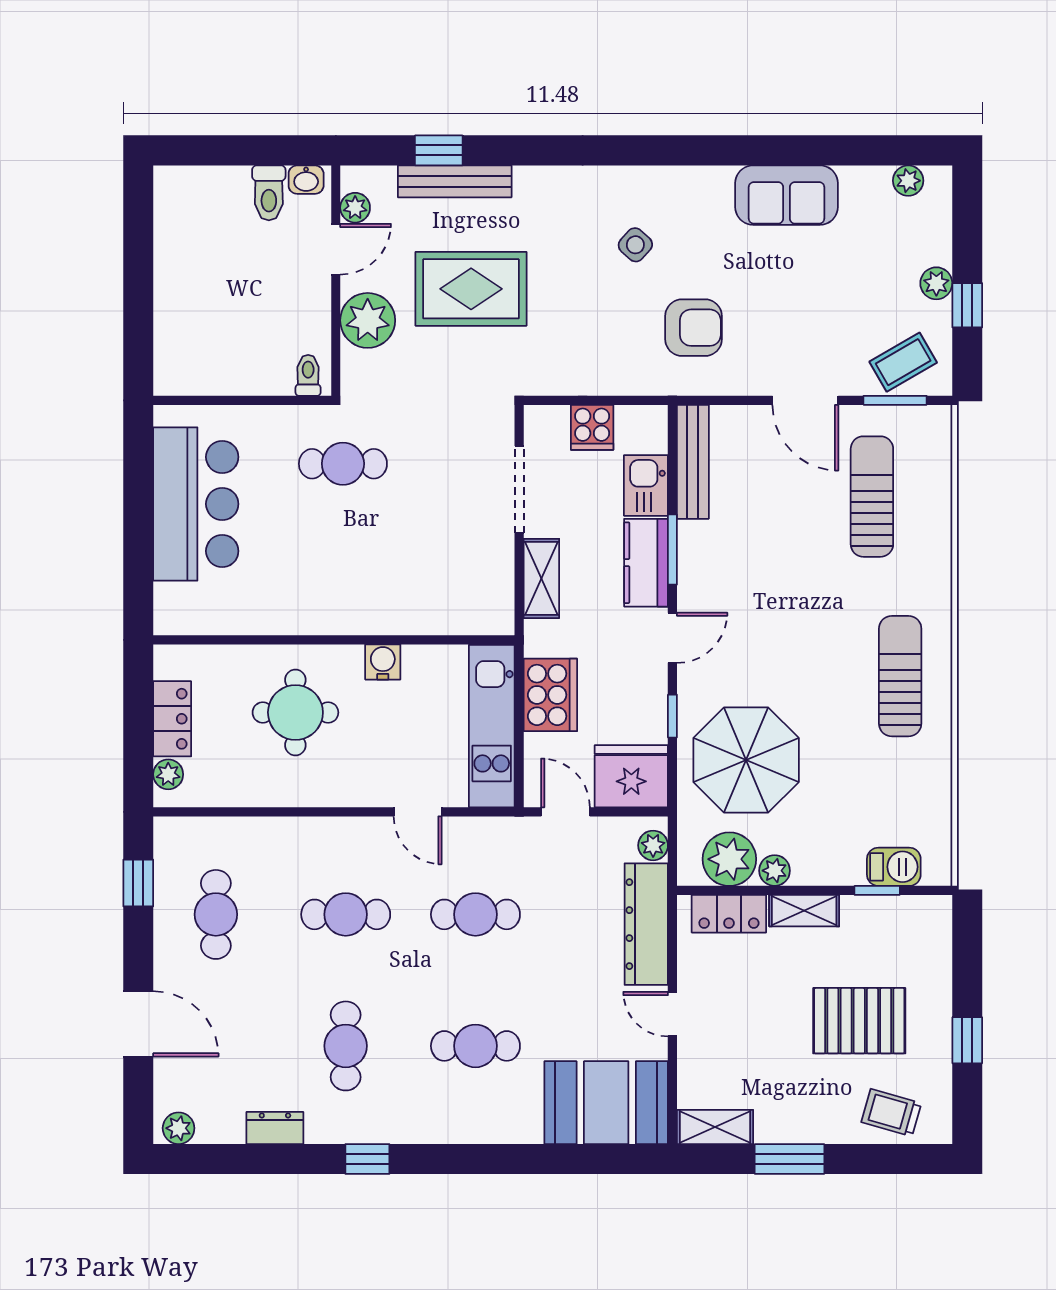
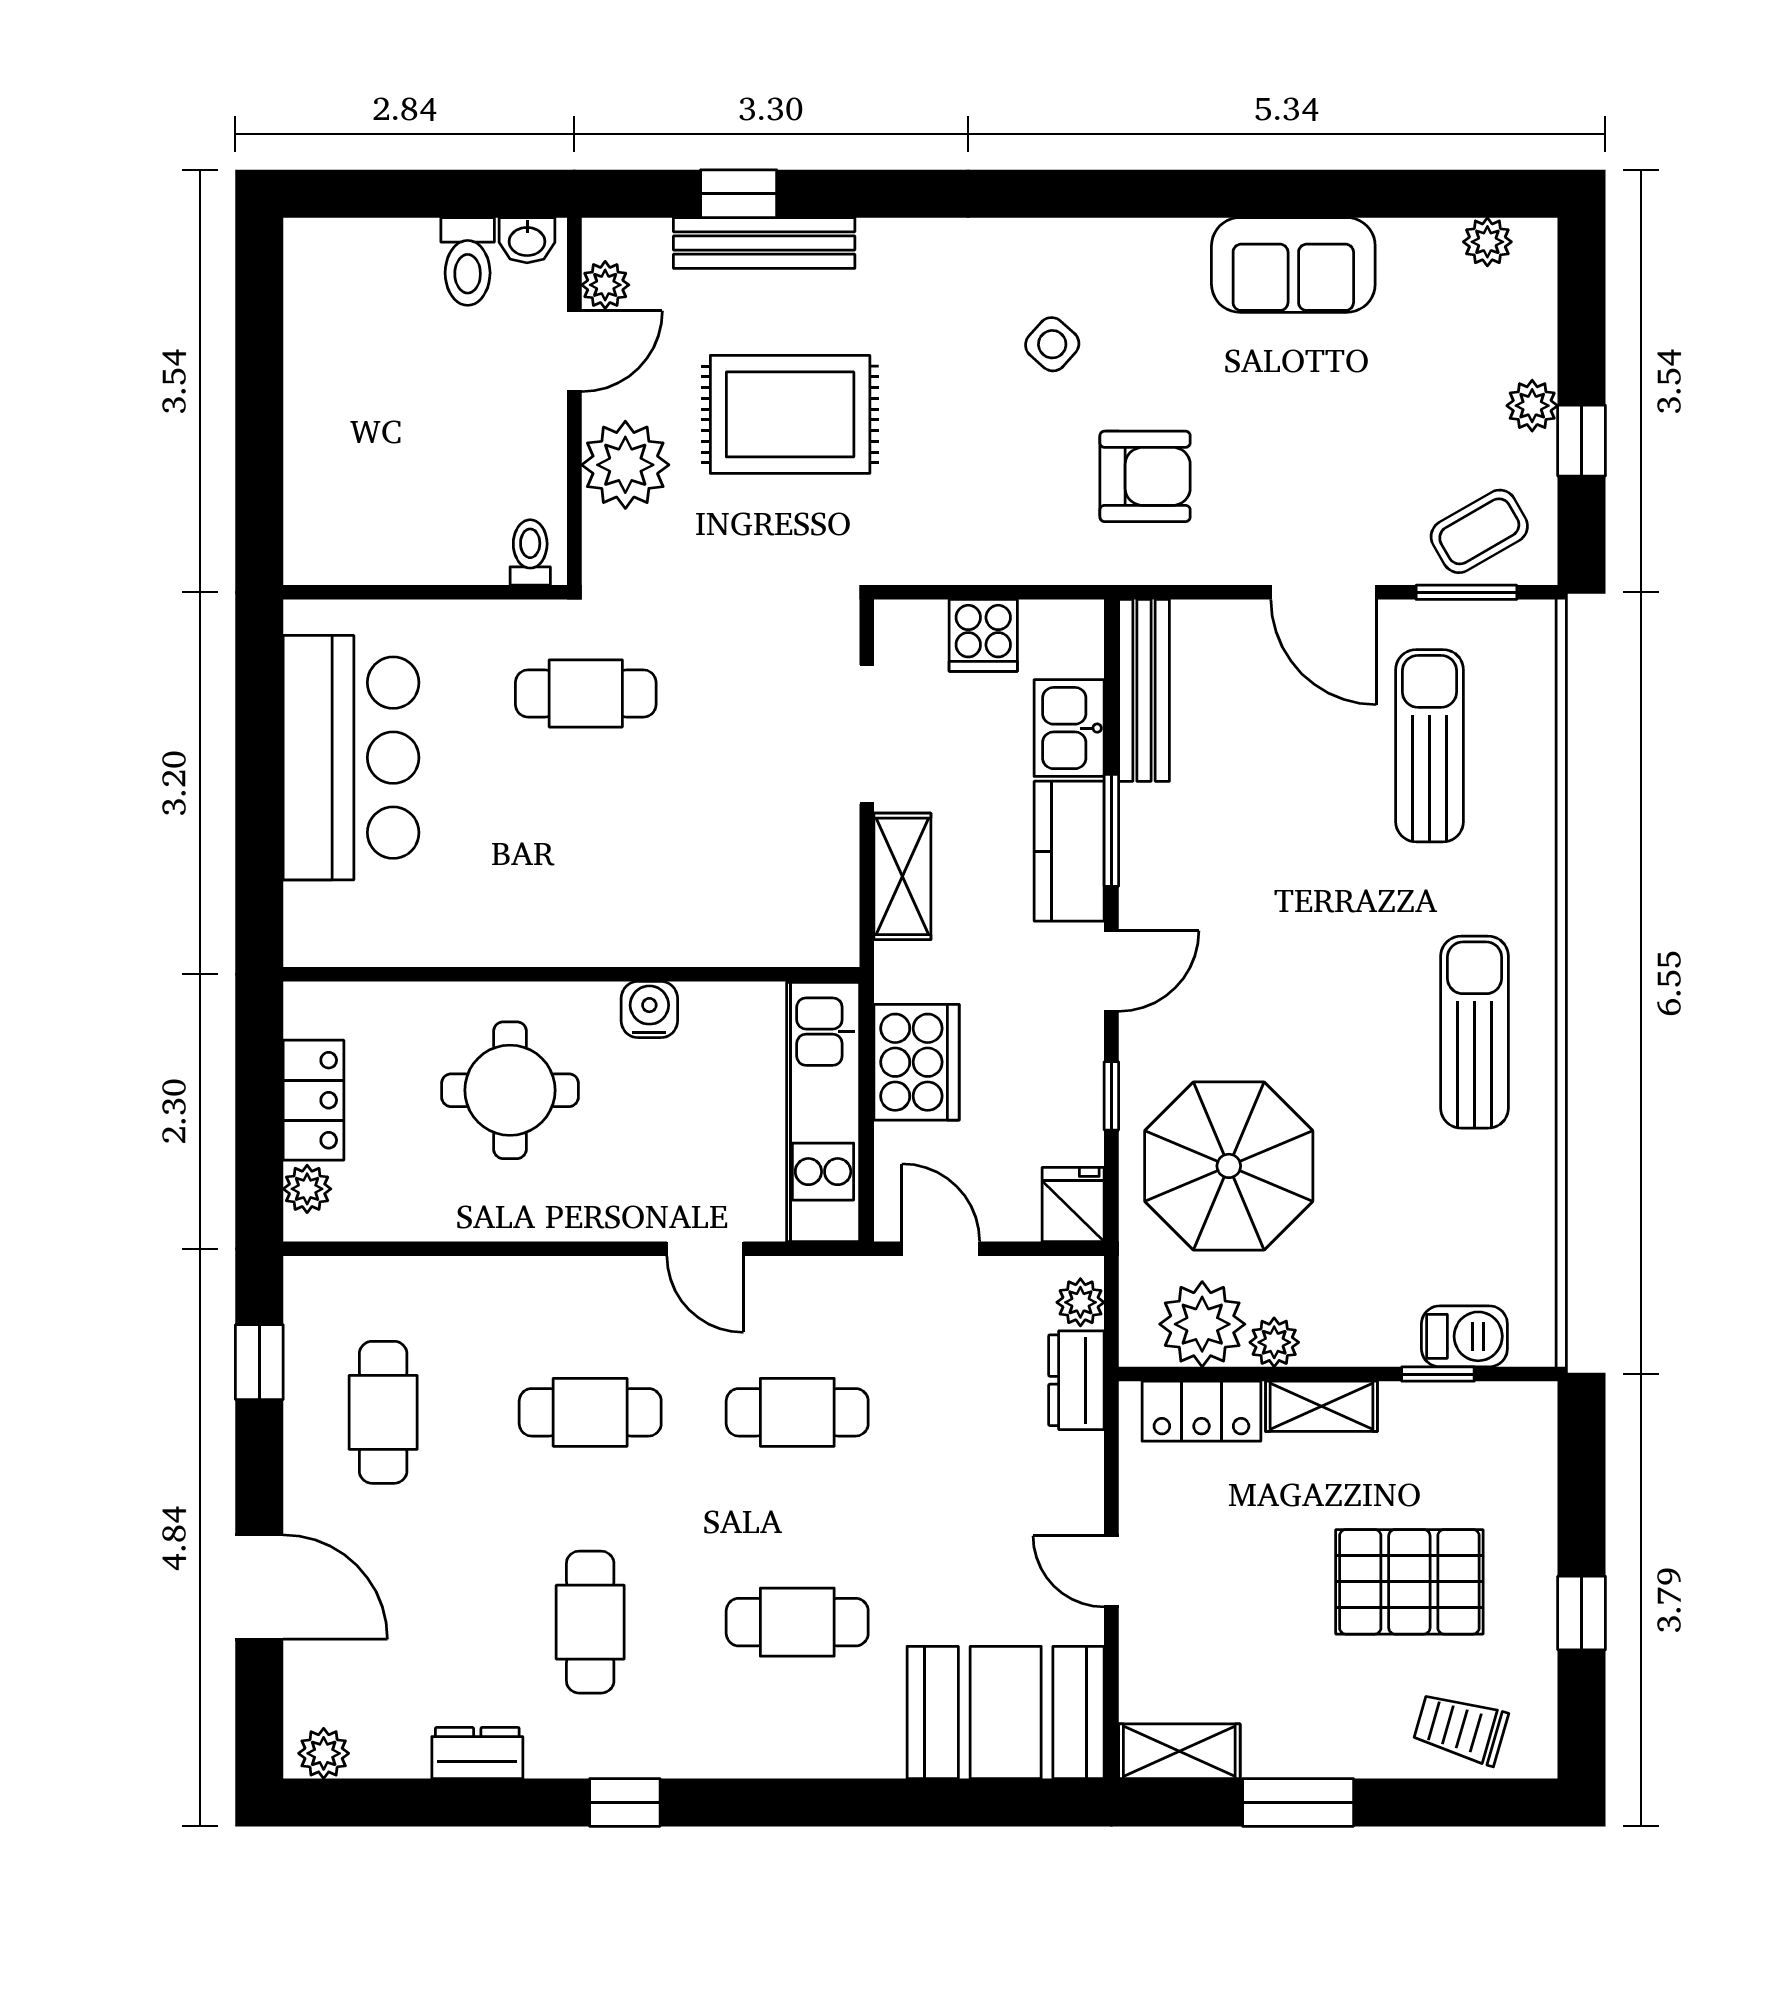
fridge: (631, 776) -> (1073, 1205), width x0.53, depth x0.75
dresser: (646, 924) -> (1076, 1380), width x0.51, depth x0.80

